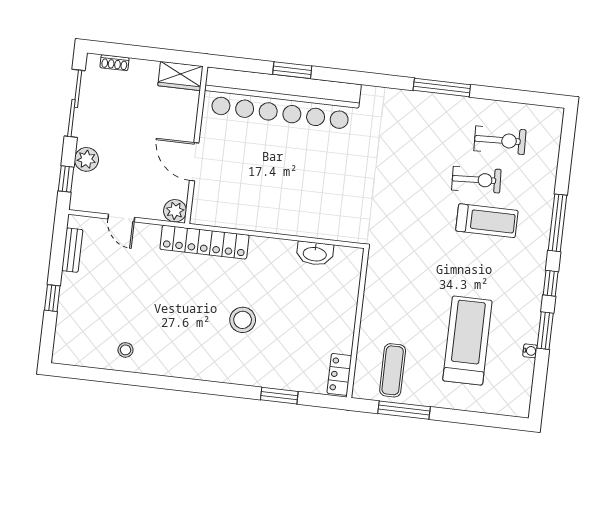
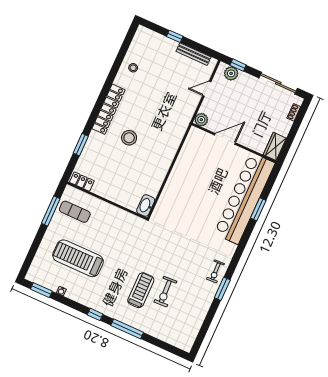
window: (442, 87) -> (222, 289), width x0.69
exercise bike: (500, 140) -> (216, 271), moved, width x0.73, depth x0.72
plant: (86, 159) -> (231, 73), moved
treadmill: (487, 221) -> (141, 290), turned 180
locker: (204, 242) -> (109, 109), moved, turned 180
bench: (72, 250) -> (194, 54), width x1.36
washbasin: (315, 254) -> (146, 206), moved
window: (545, 331) -> (41, 290), moved
treadmill: (467, 341) -> (78, 258), turned 180

